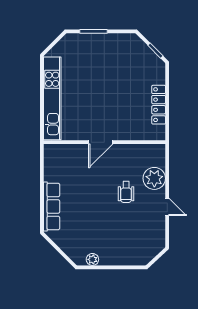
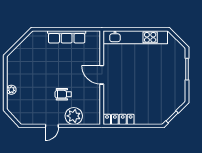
locker: (159, 105) -> (119, 119), moved
row of seats: (52, 206) -> (67, 37), moved
plant: (92, 259) -> (11, 90), moved

